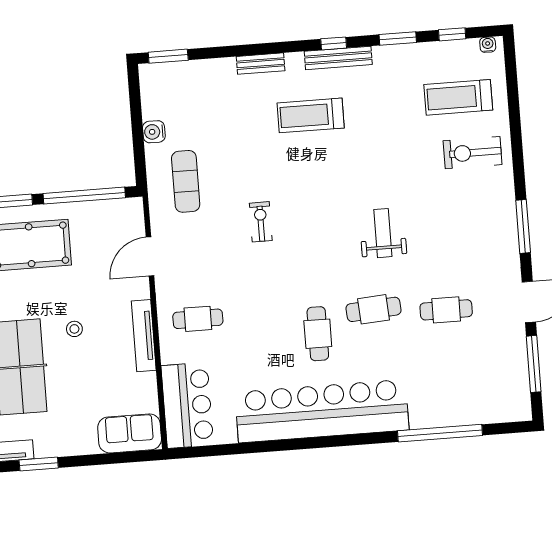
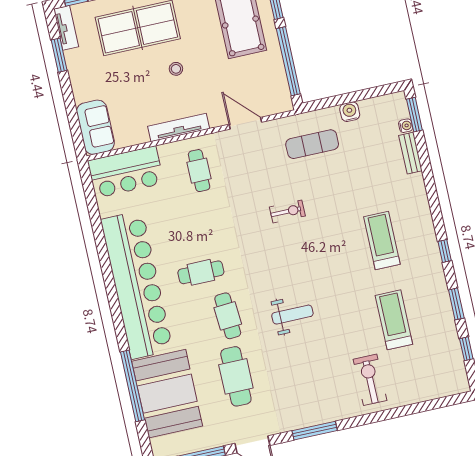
water cooler: (488, 45) -> (406, 126), moved
bench: (338, 58) -> (433, 257), removed
bench: (261, 64) -> (410, 153), moved
treadmill: (458, 97) -> (394, 320), moved
cafe table: (446, 310) -> (236, 376), width x1.37, depth x1.35
booth: (455, 394) -> (167, 394), added

